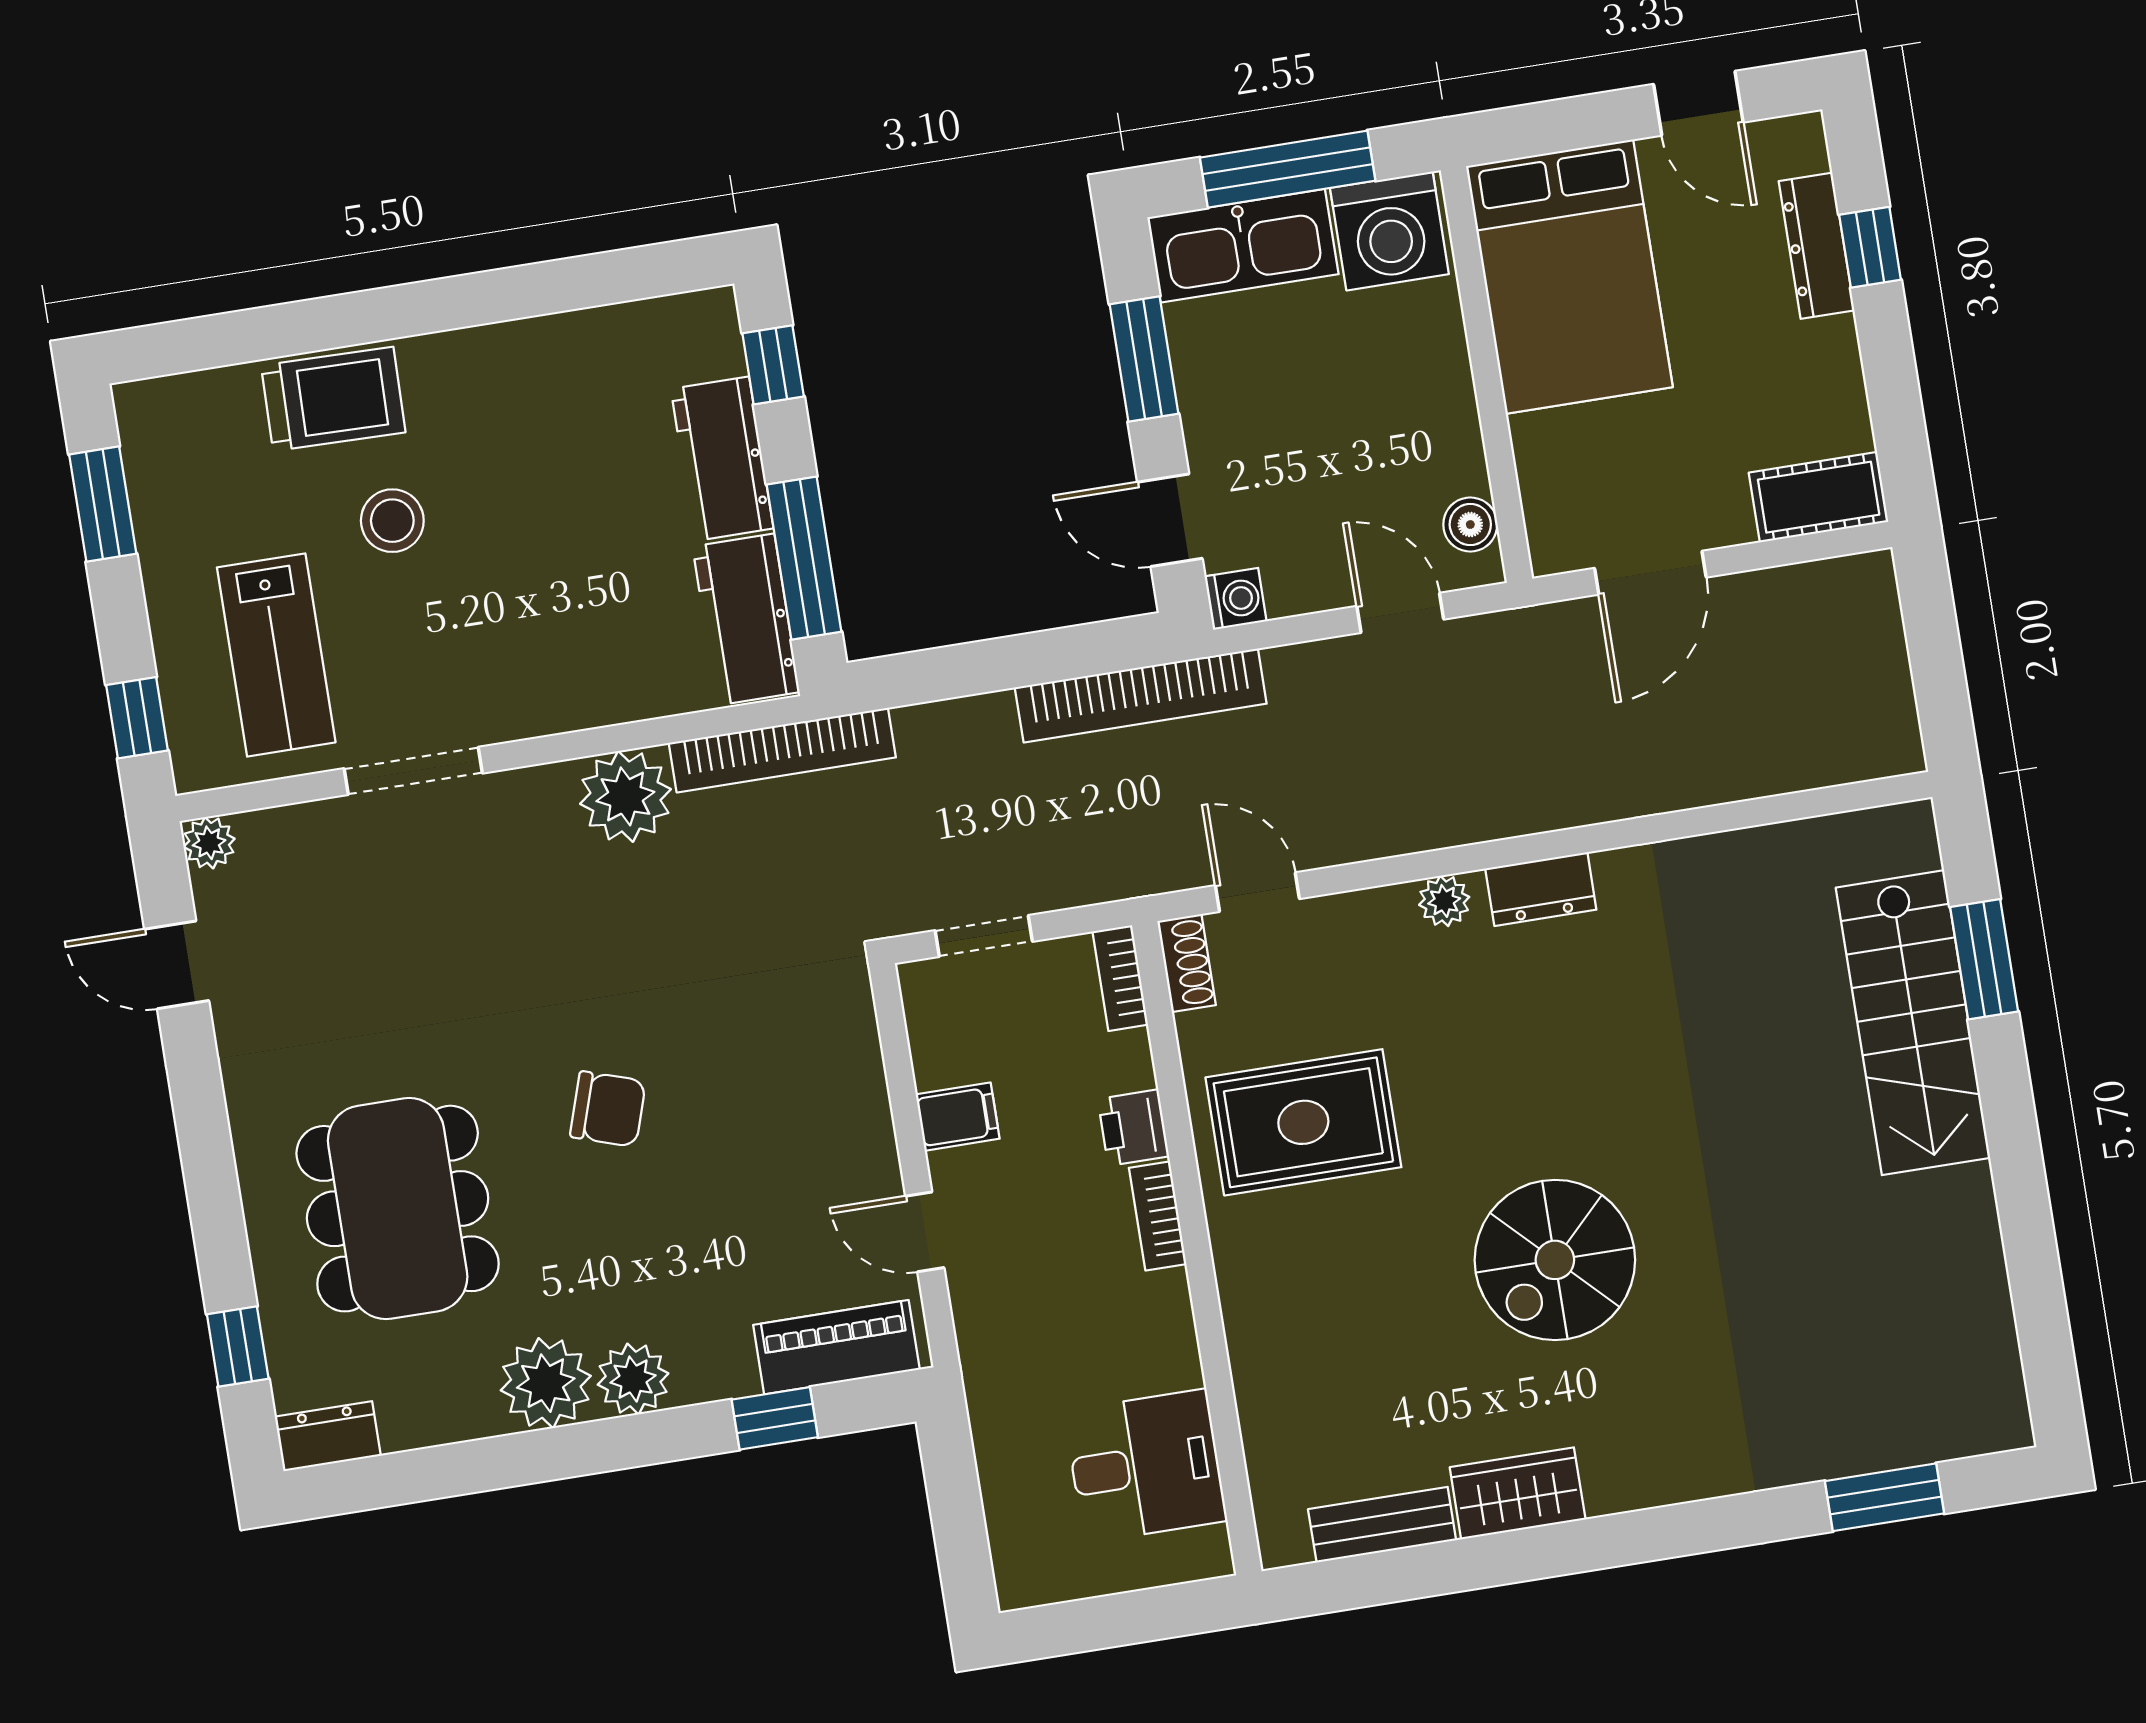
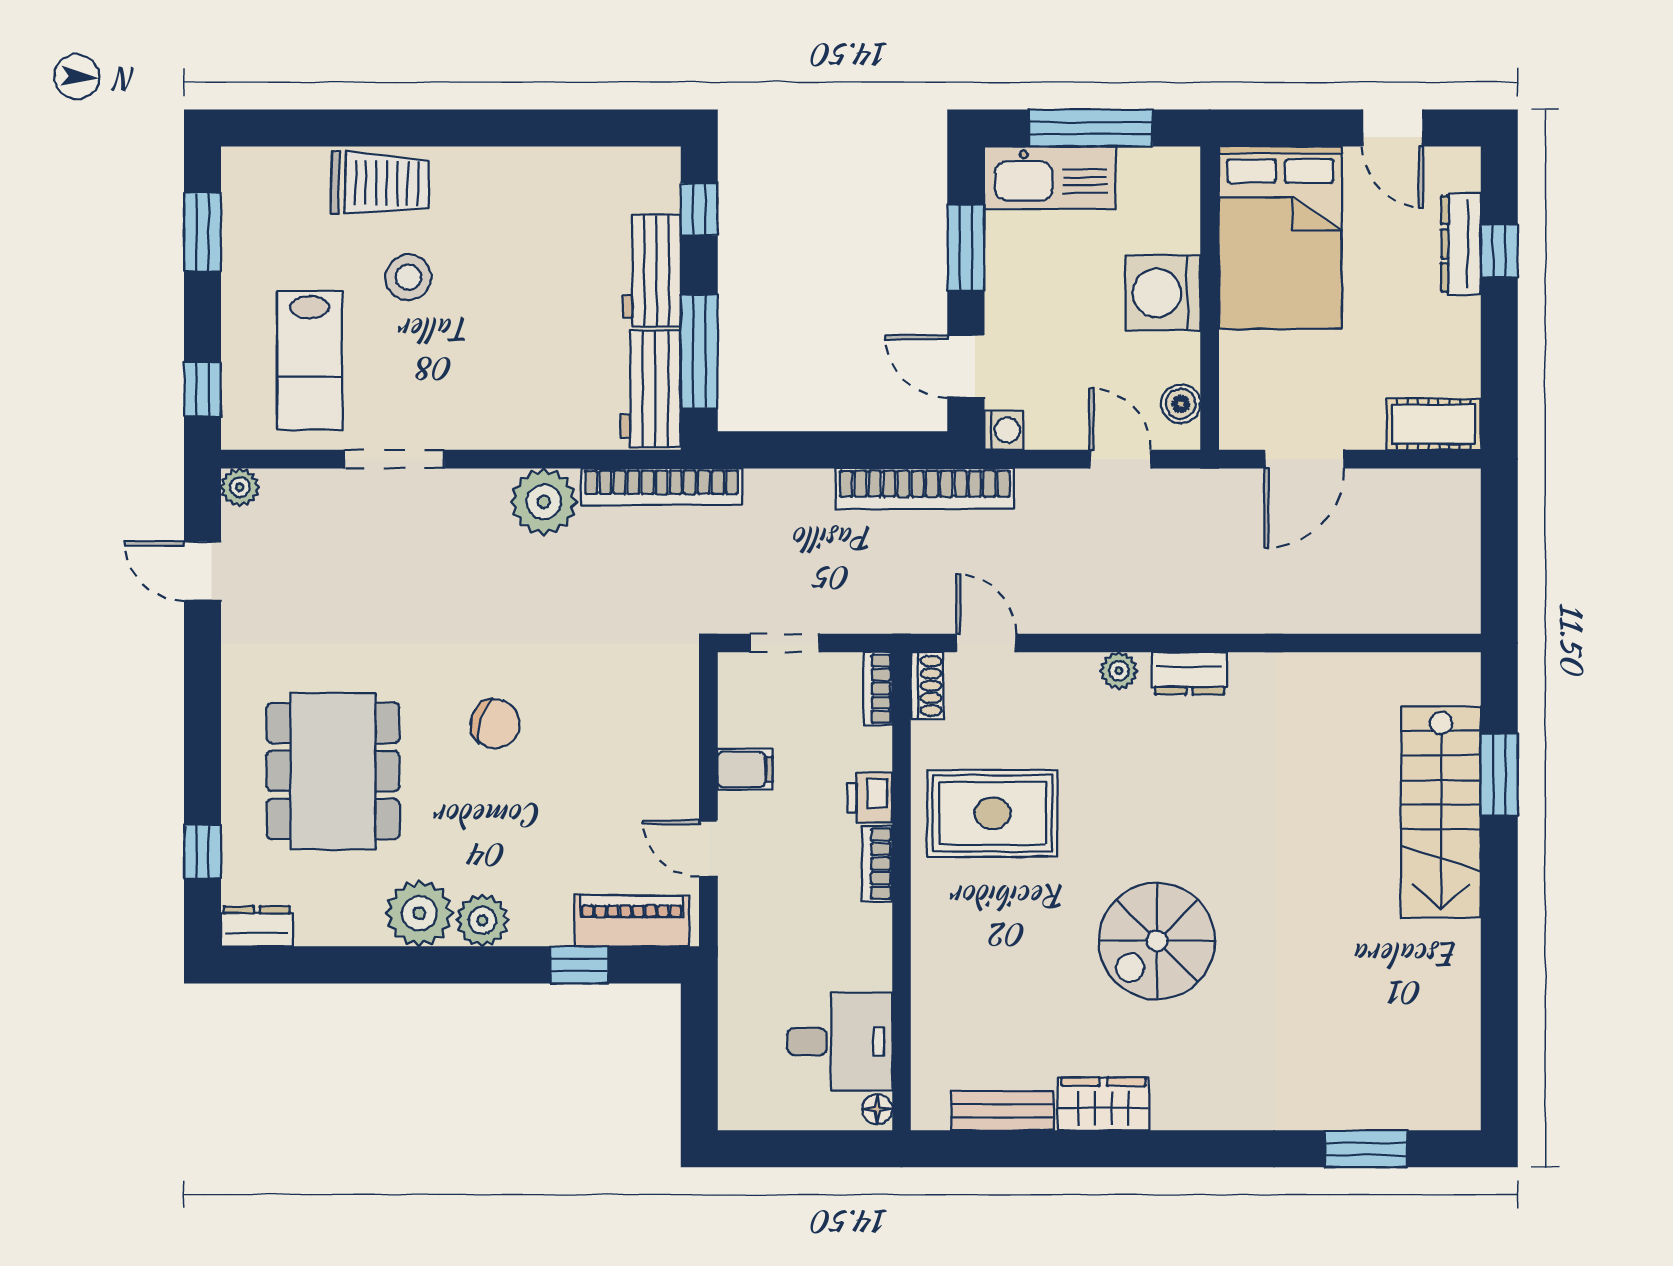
washing machine: (1389, 231) -> (1163, 293), moved, turned 90
floor lamp: (1211, 1550) -> (877, 1109), added

